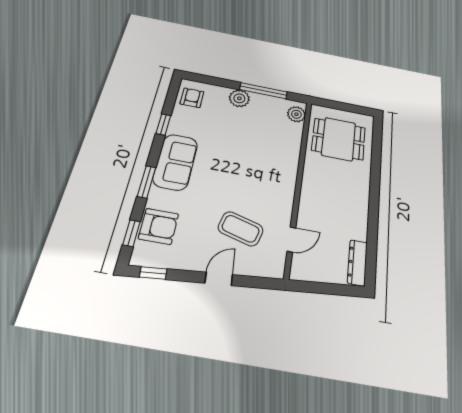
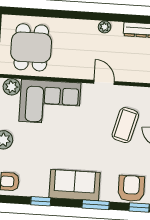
corner sofa: (276, 149) -> (50, 102), added
plant: (361, 219) -> (105, 27), added
door: (291, 239) -> (104, 82), moved

